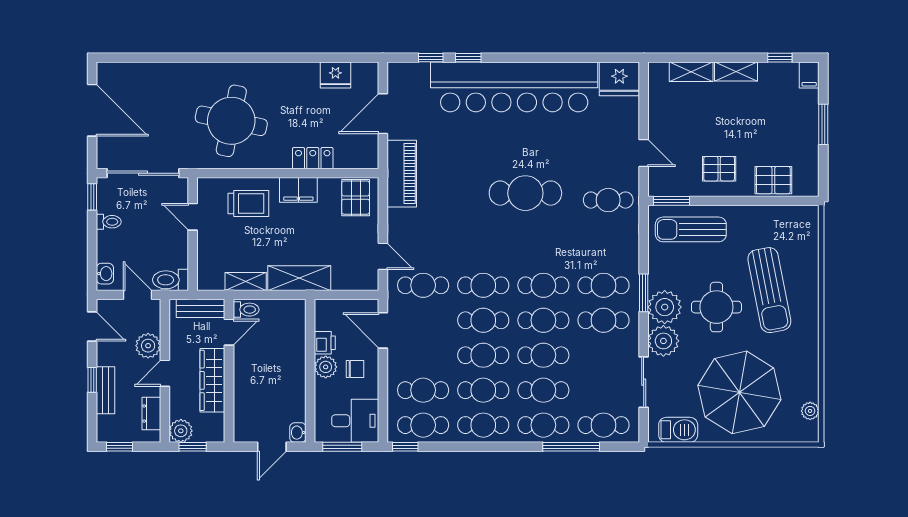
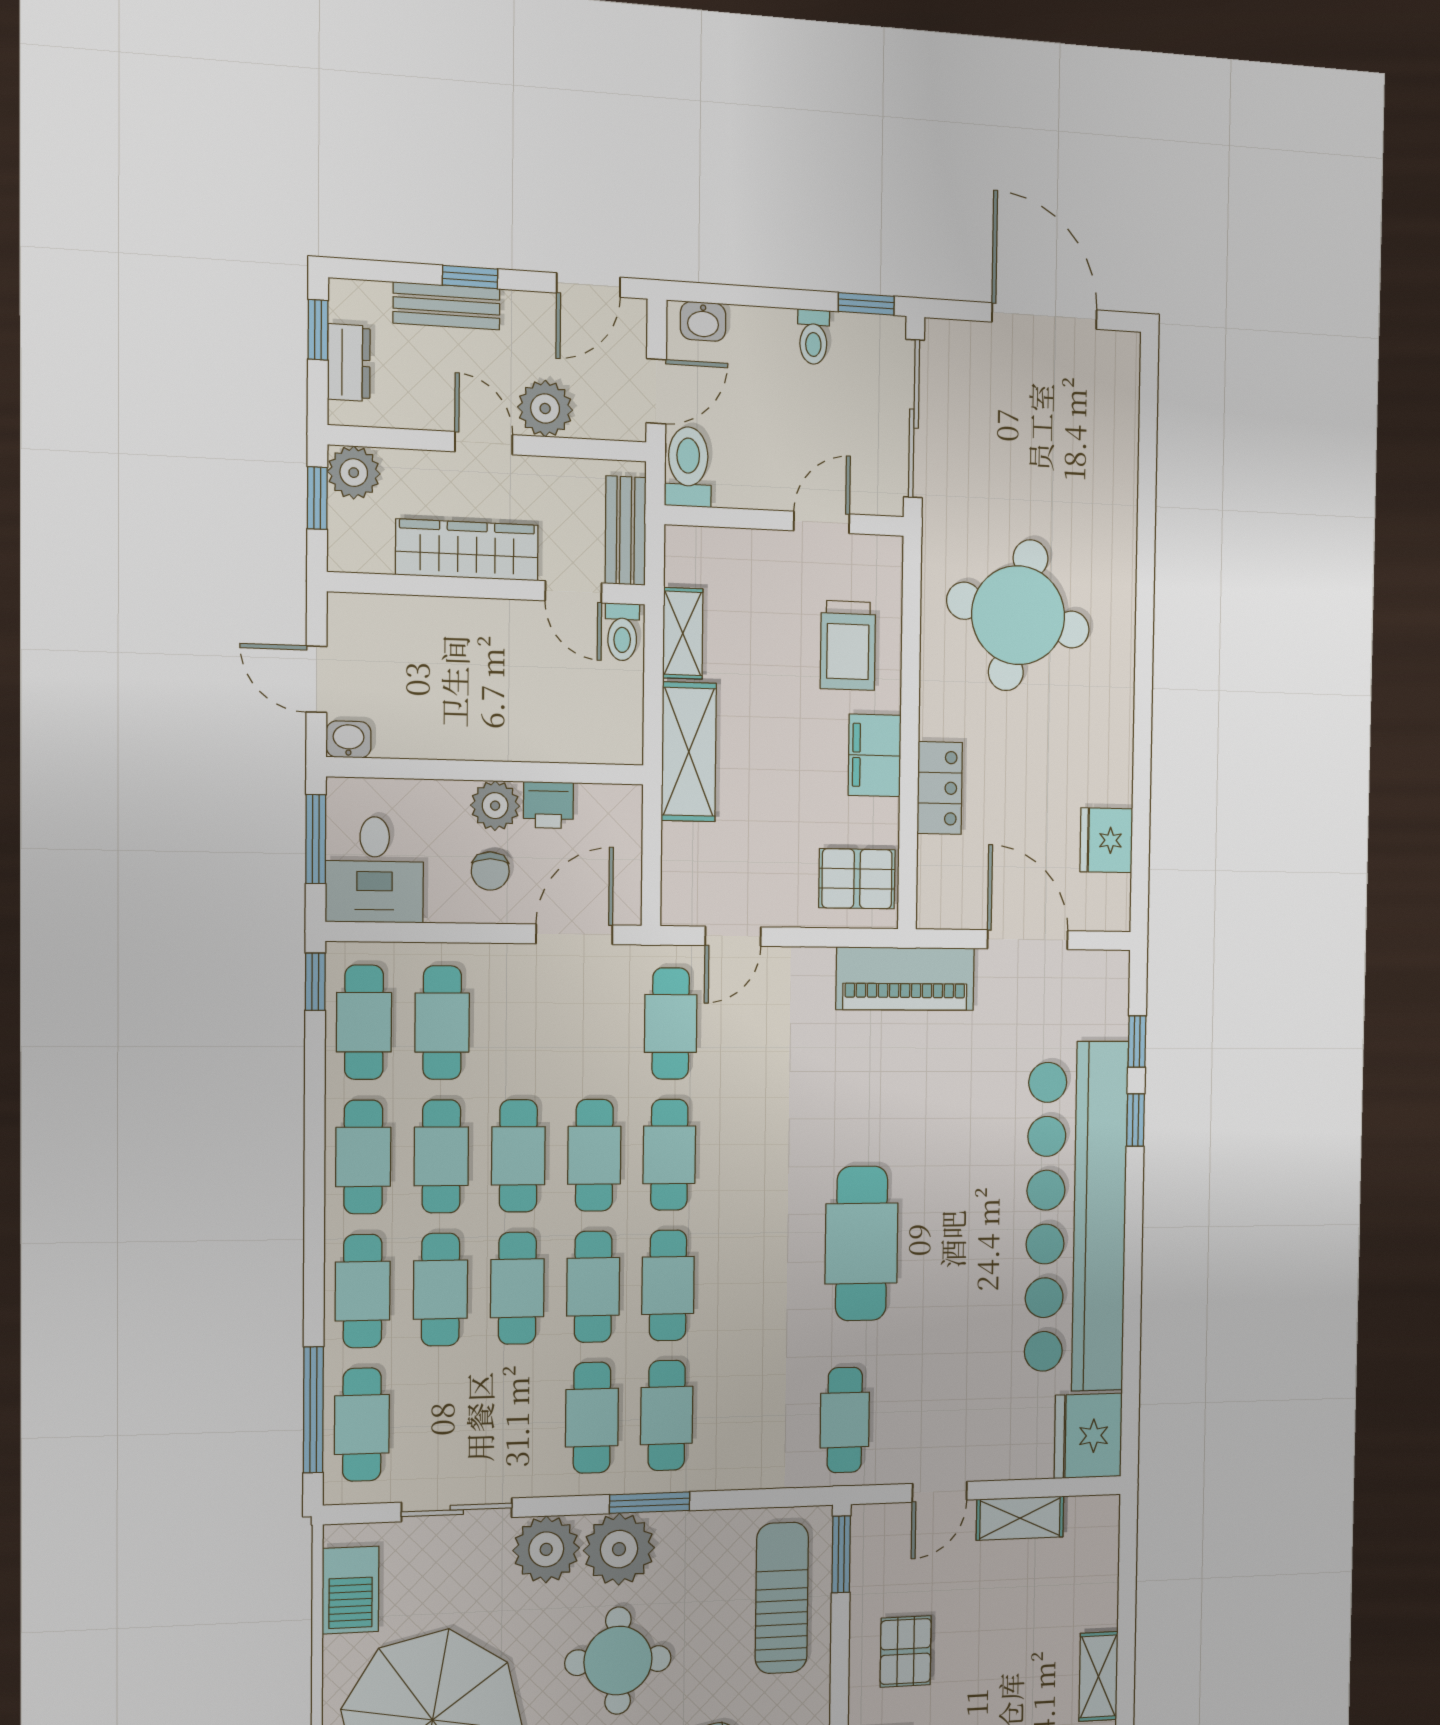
shelving: (691, 72) -> (1020, 1518), moved, turned 90
door: (92, 110) -> (1044, 316), swing flipped
dresser: (151, 414) -> (349, 363), moved, turned 90
window: (571, 447) -> (313, 1410), moved

